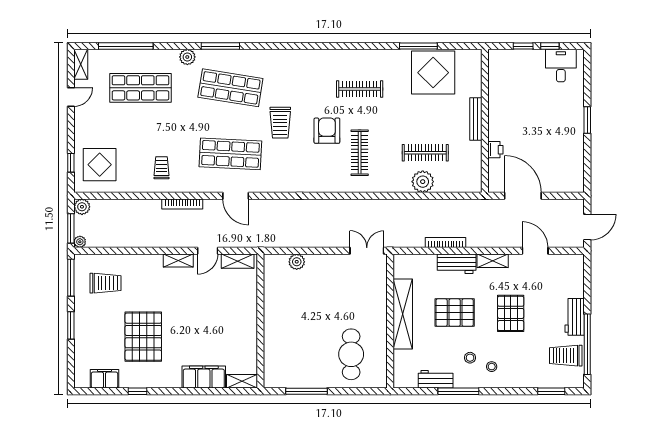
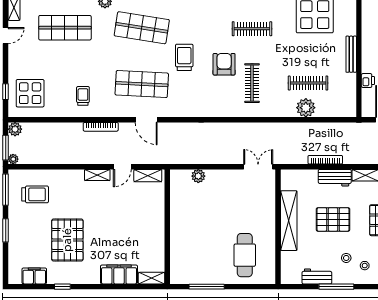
trolley: (280, 123) -> (184, 57), turned 180

